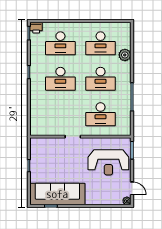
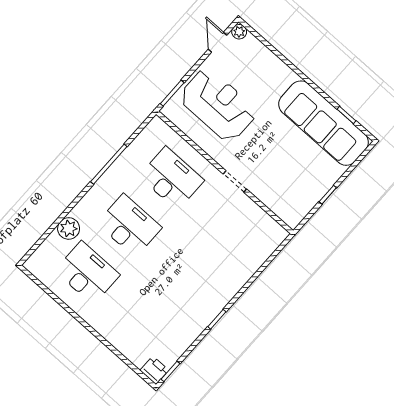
desk: (60, 43) -> (141, 320), removed
desk: (60, 79) -> (183, 273), removed

